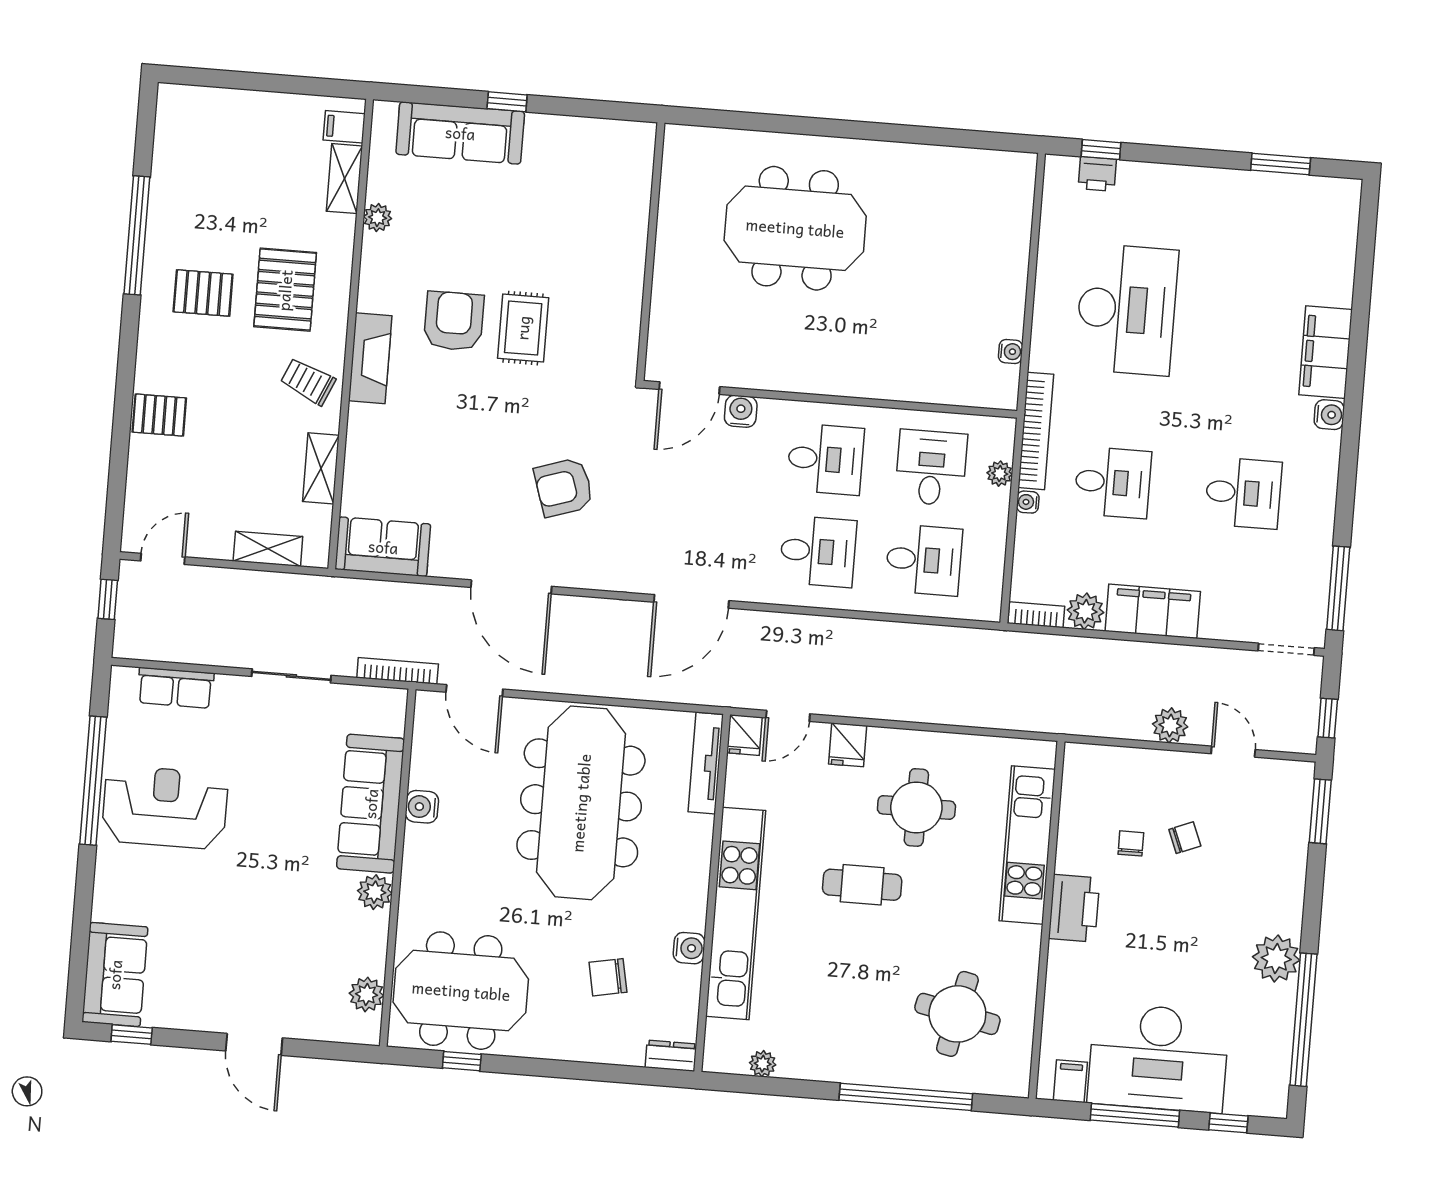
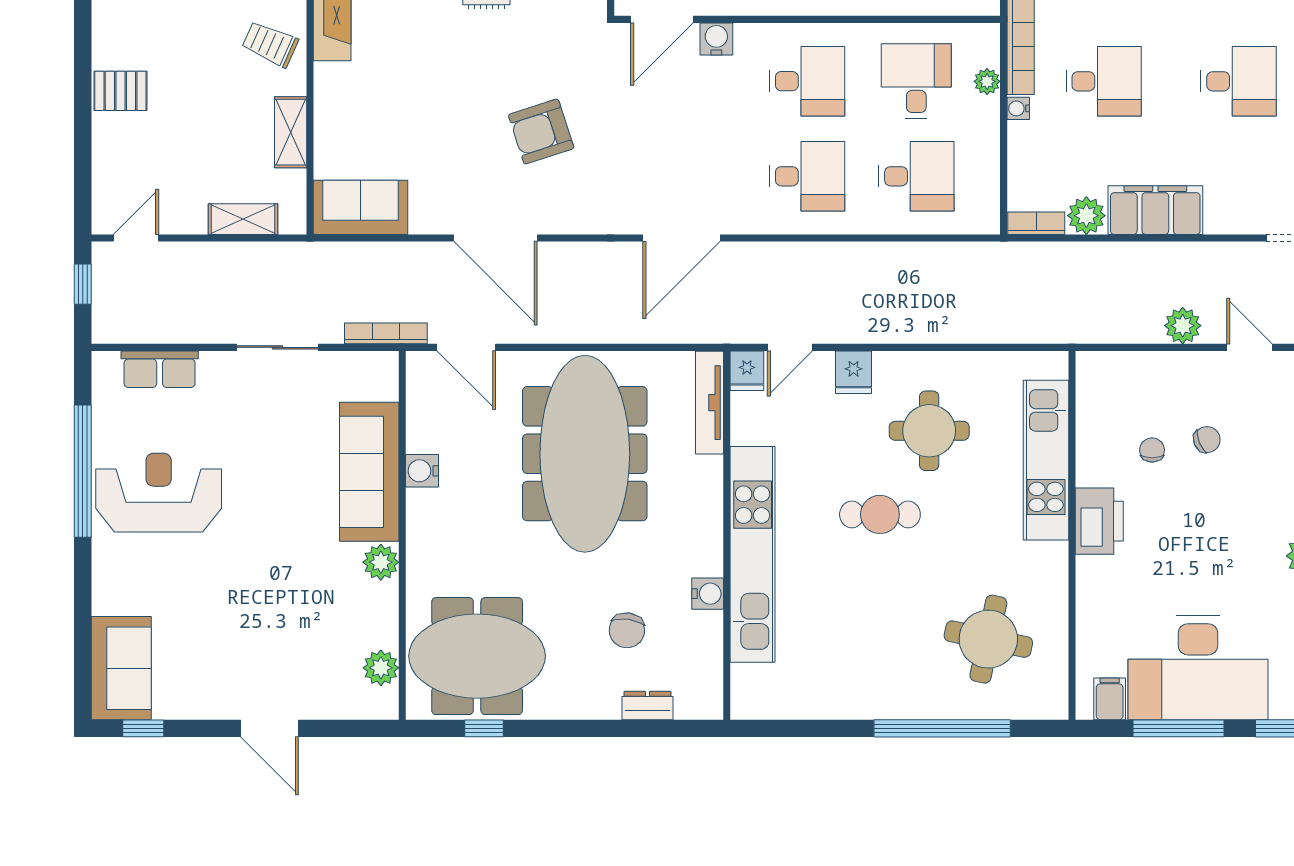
chair: (608, 977) -> (627, 630), turned -71
dresser: (671, 1056) -> (648, 706), moved
plant: (763, 1064) -> (793, 706), removed

